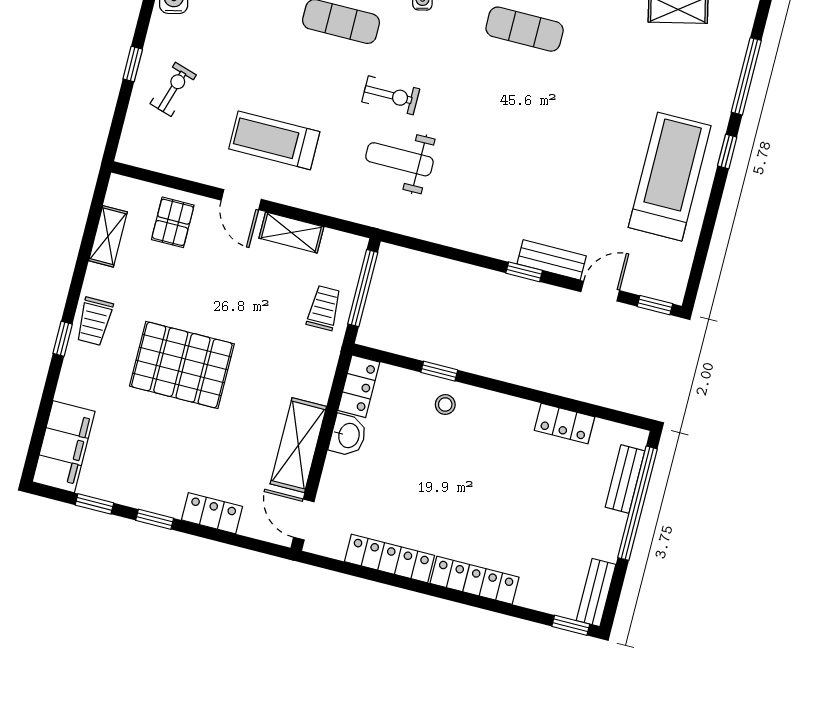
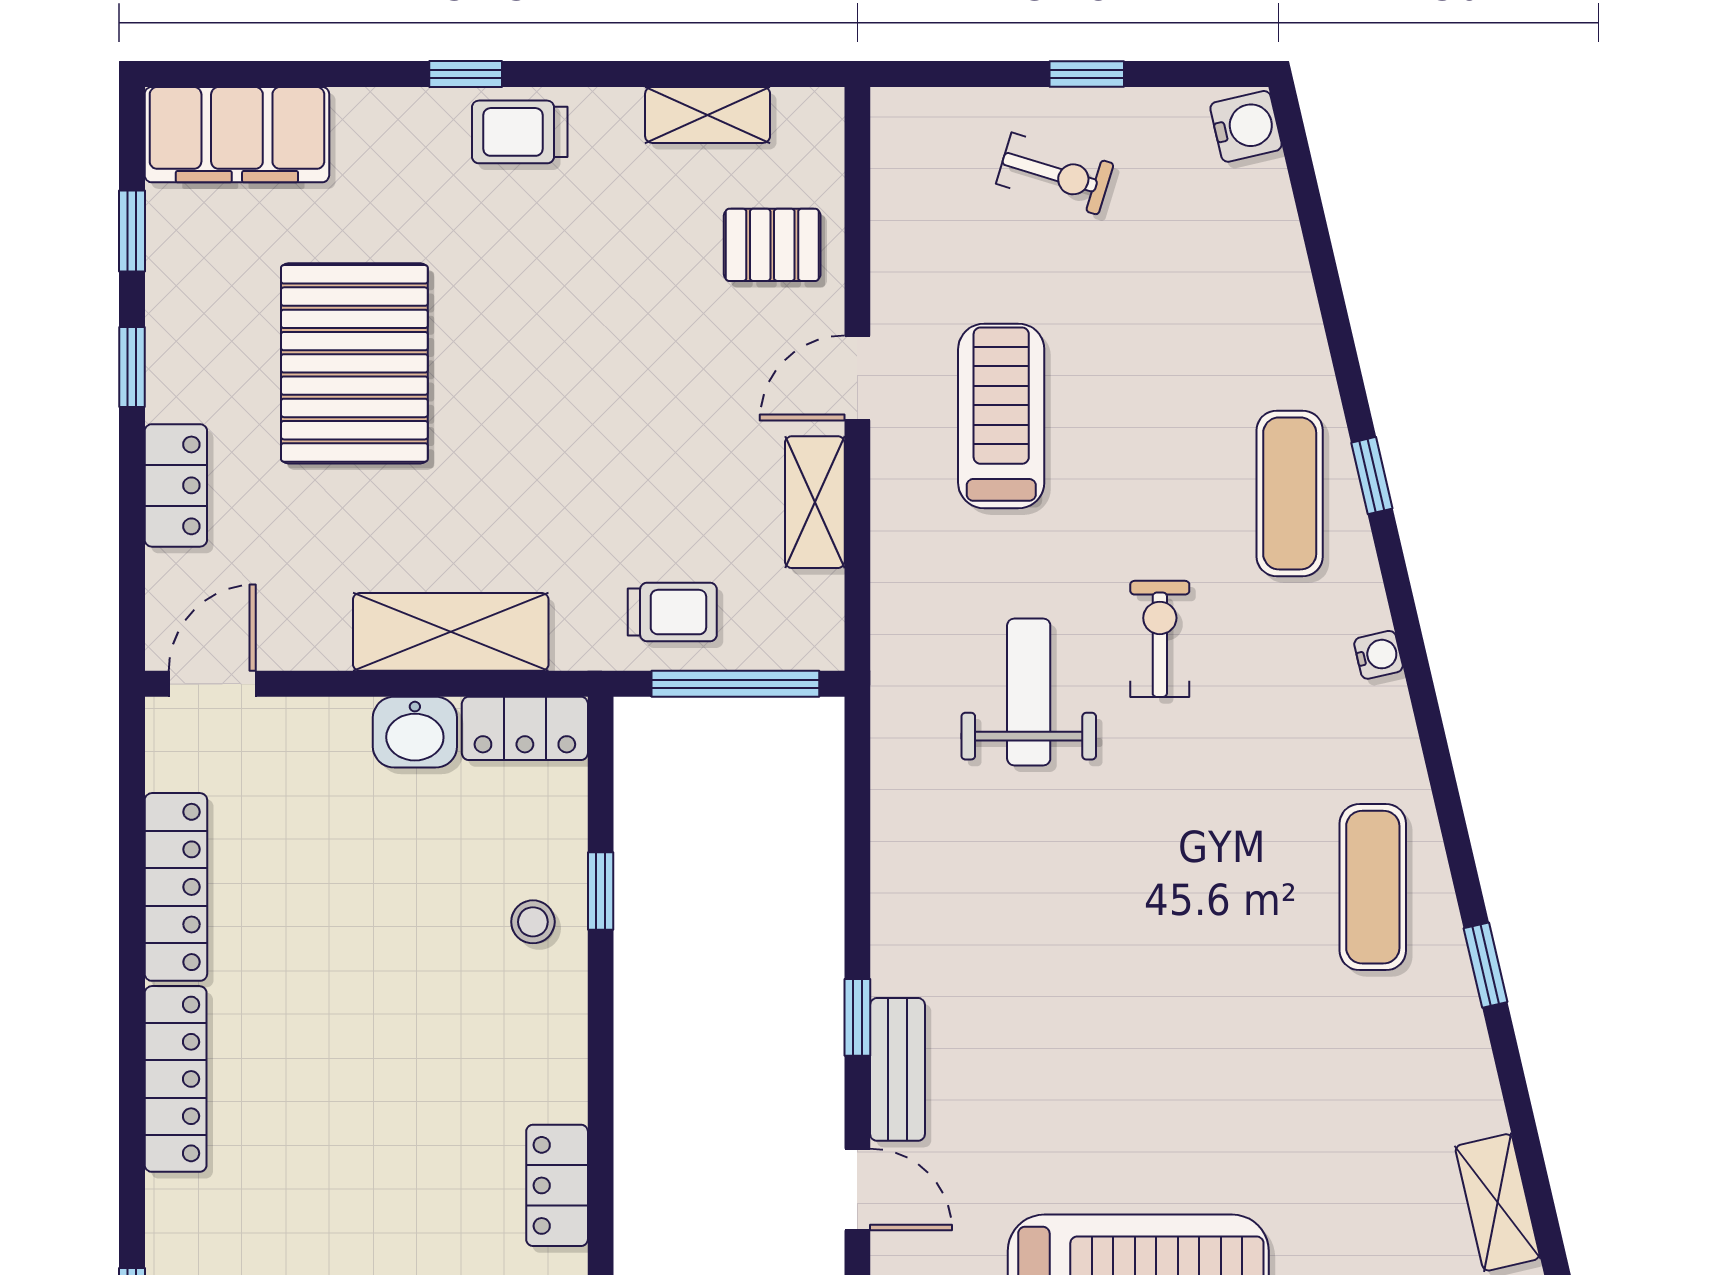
exercise bike: (391, 95) -> (1160, 639), turned 180
pallet: (182, 365) -> (354, 363), moved
shelving: (298, 445) -> (451, 632), moved

